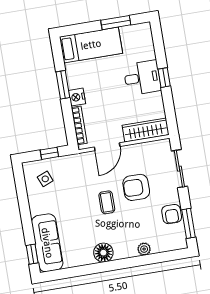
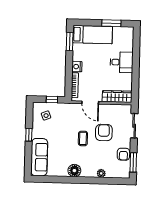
window: (164, 78) -> (136, 65), removed
window: (63, 85) -> (70, 42), moved
door: (107, 147) -> (90, 103), hinge flipped
armchair: (136, 187) -> (104, 132), turned 90
window: (32, 254) -> (29, 135), moved

